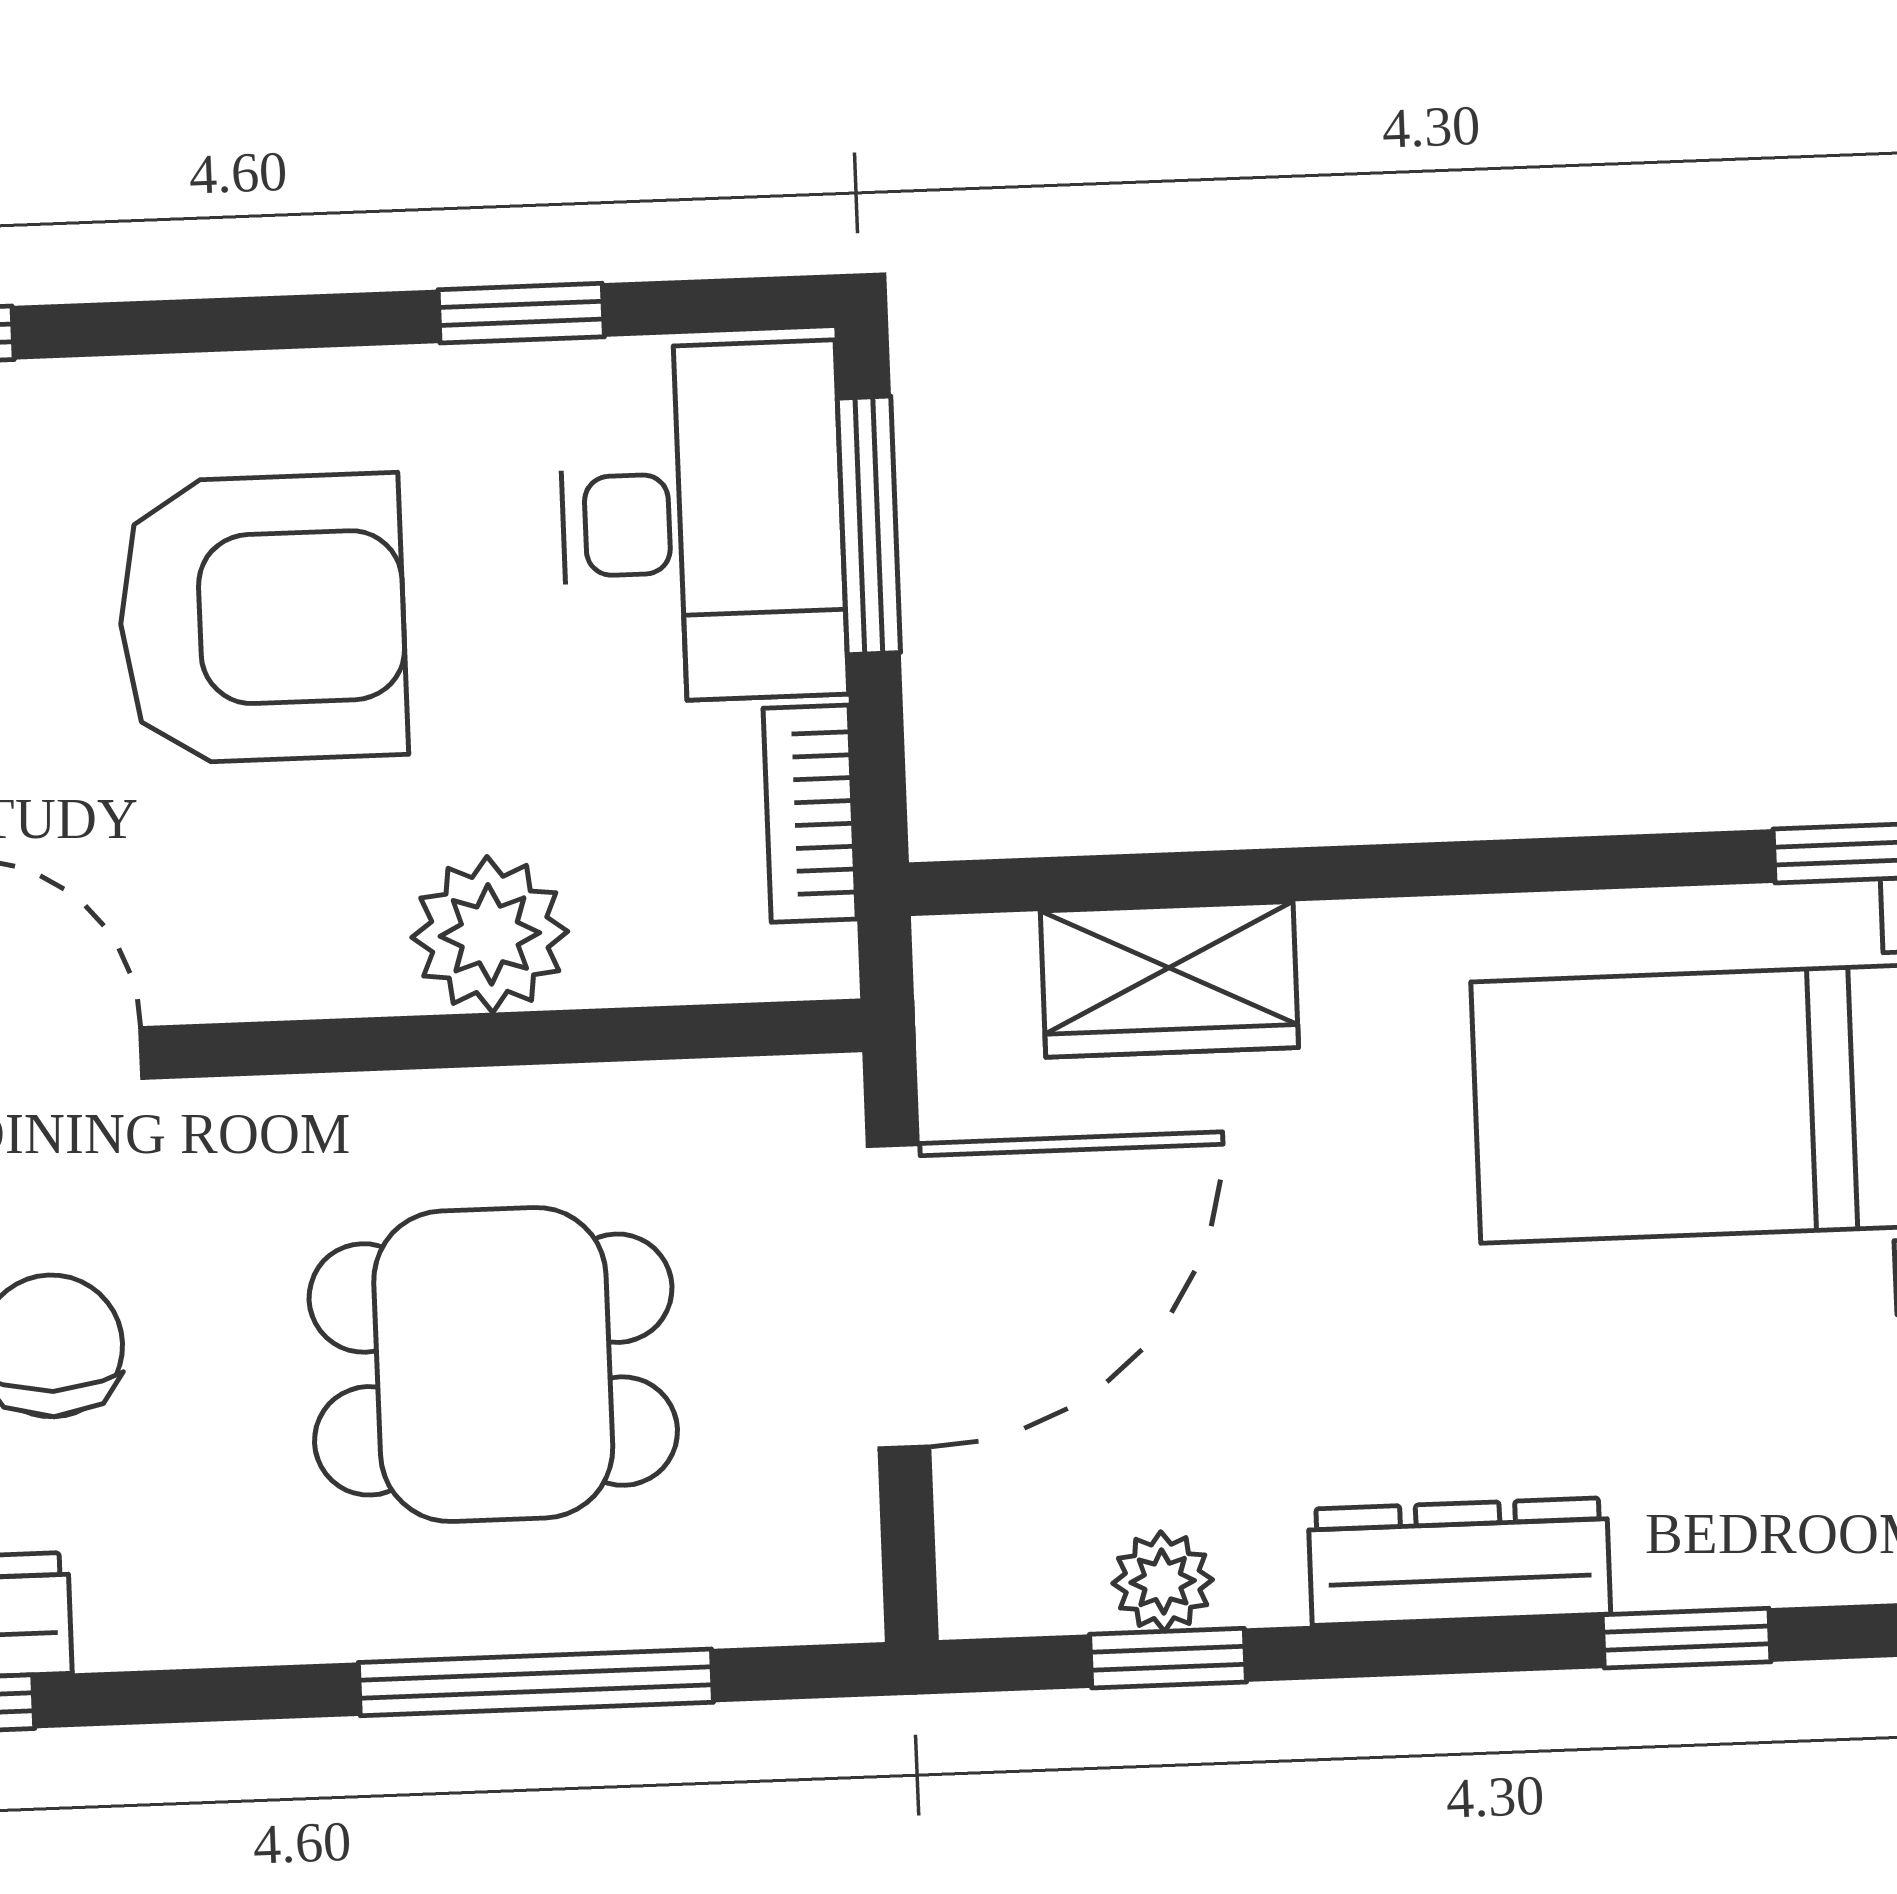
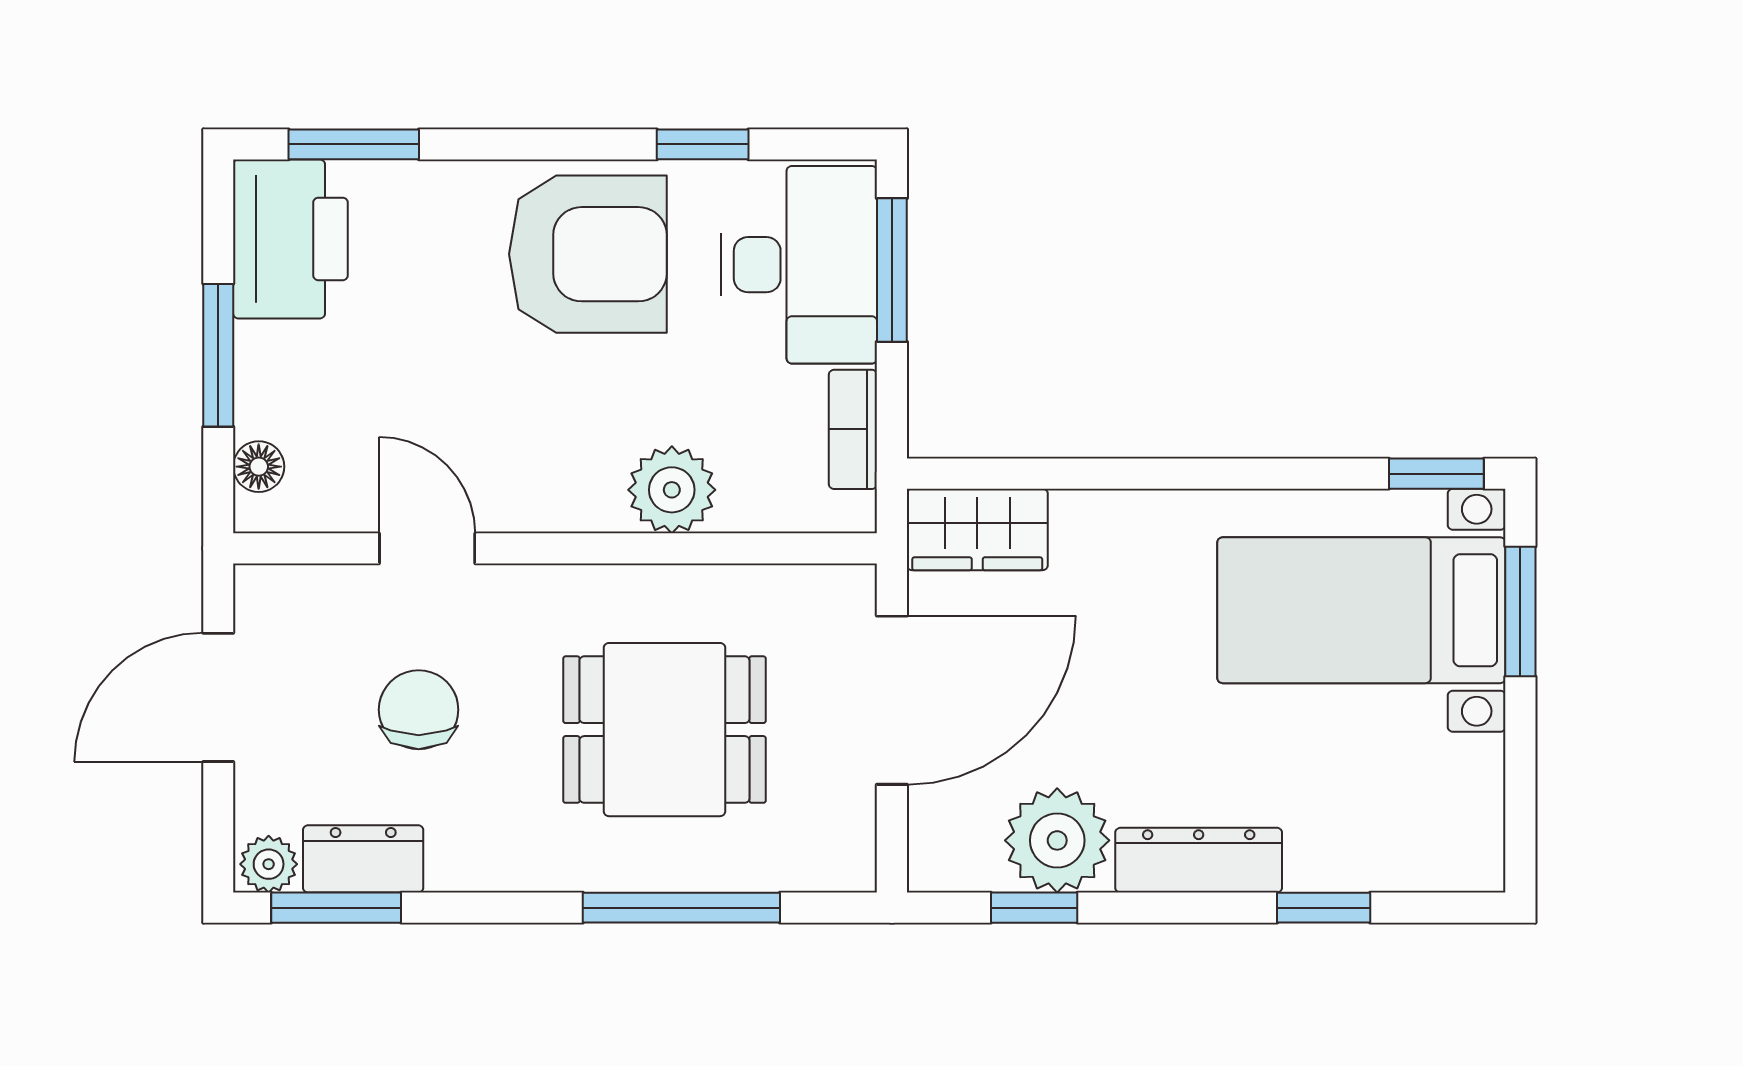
armchair: (262, 619) -> (588, 254), moved
wardrobe: (1169, 979) -> (977, 529), moved
plant: (1163, 1581) -> (1057, 840), width x1.87, depth x1.87

